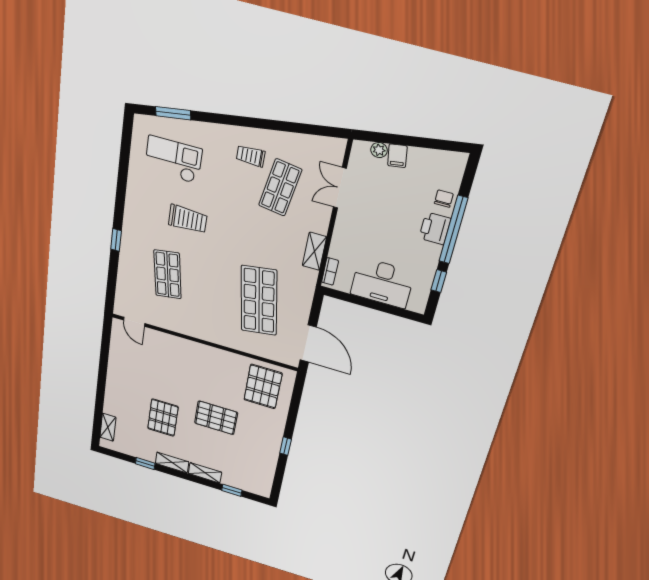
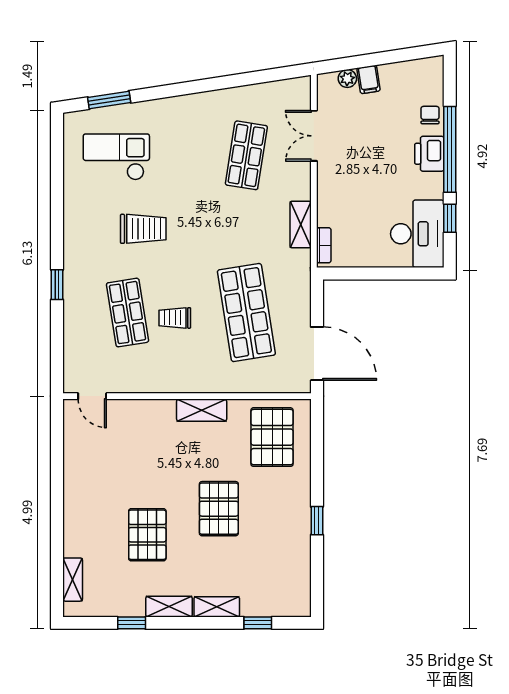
trolley: (251, 156) -> (175, 318), moved
desk: (382, 283) -> (417, 234), moved, turned -90
shelving: (214, 354) -> (202, 410), added
pallet: (216, 418) -> (219, 509), turned 90

